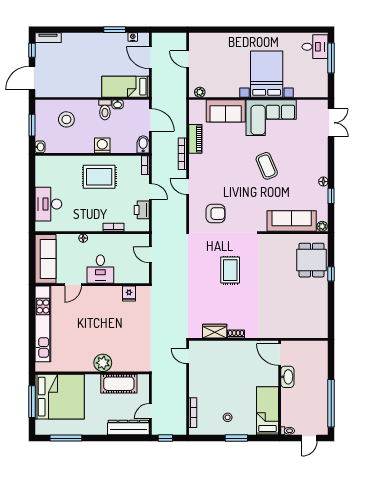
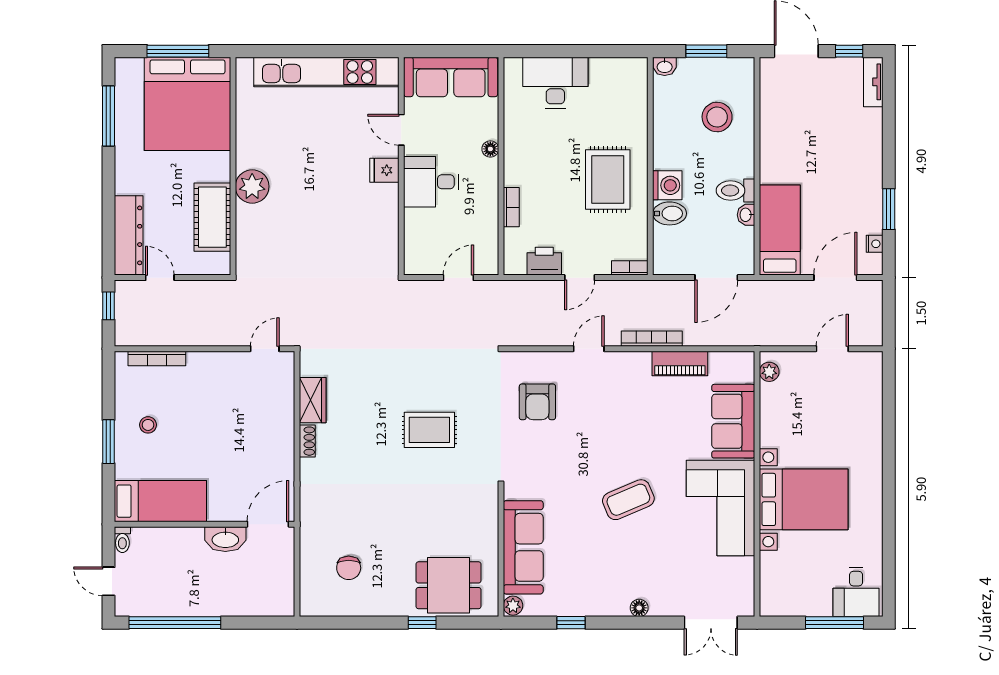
bidet: (143, 144) -> (670, 213), moved
floor lamp: (323, 182) -> (639, 608), moved
fridge: (129, 294) -> (384, 170), moved
chair: (302, 312) -> (349, 568), added

